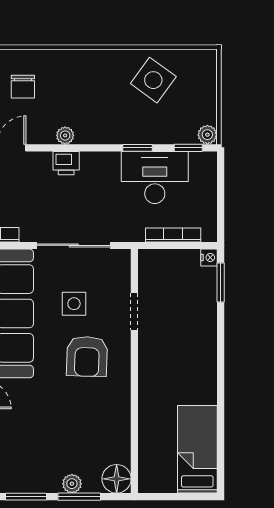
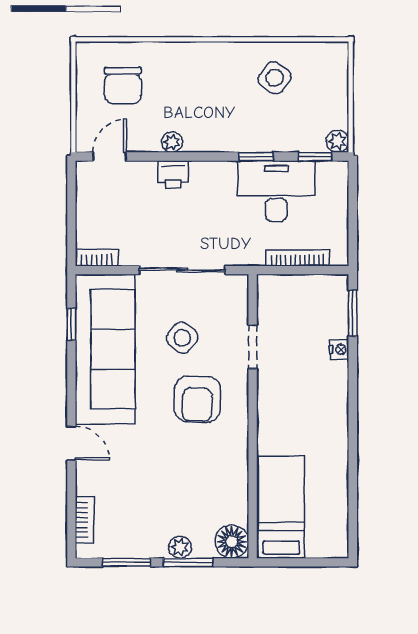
side table: (153, 80) -> (275, 78), width x0.73, depth x0.73
chair: (23, 87) -> (123, 85), width x1.37, depth x1.37
nightstand: (209, 257) -> (339, 350), moved
side table: (74, 304) -> (182, 338), turned 38
bed: (197, 449) -> (281, 507), moved

